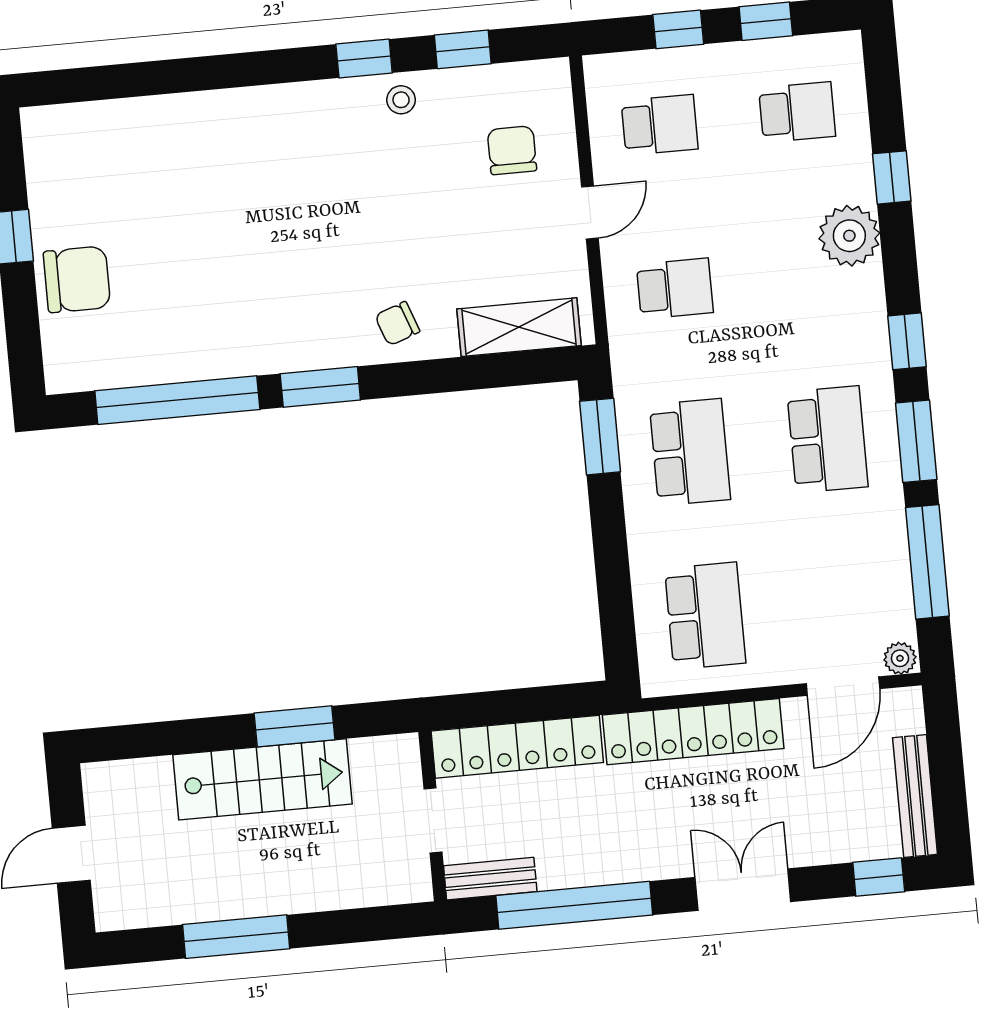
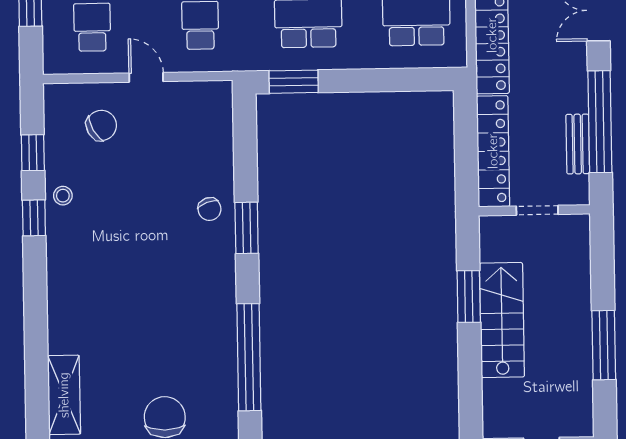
chair: (512, 150) -> (101, 125), turned 151
shelving: (519, 327) -> (64, 395), moved
window: (320, 387) -> (247, 228), moved
bench: (490, 879) -> (578, 144), moved

